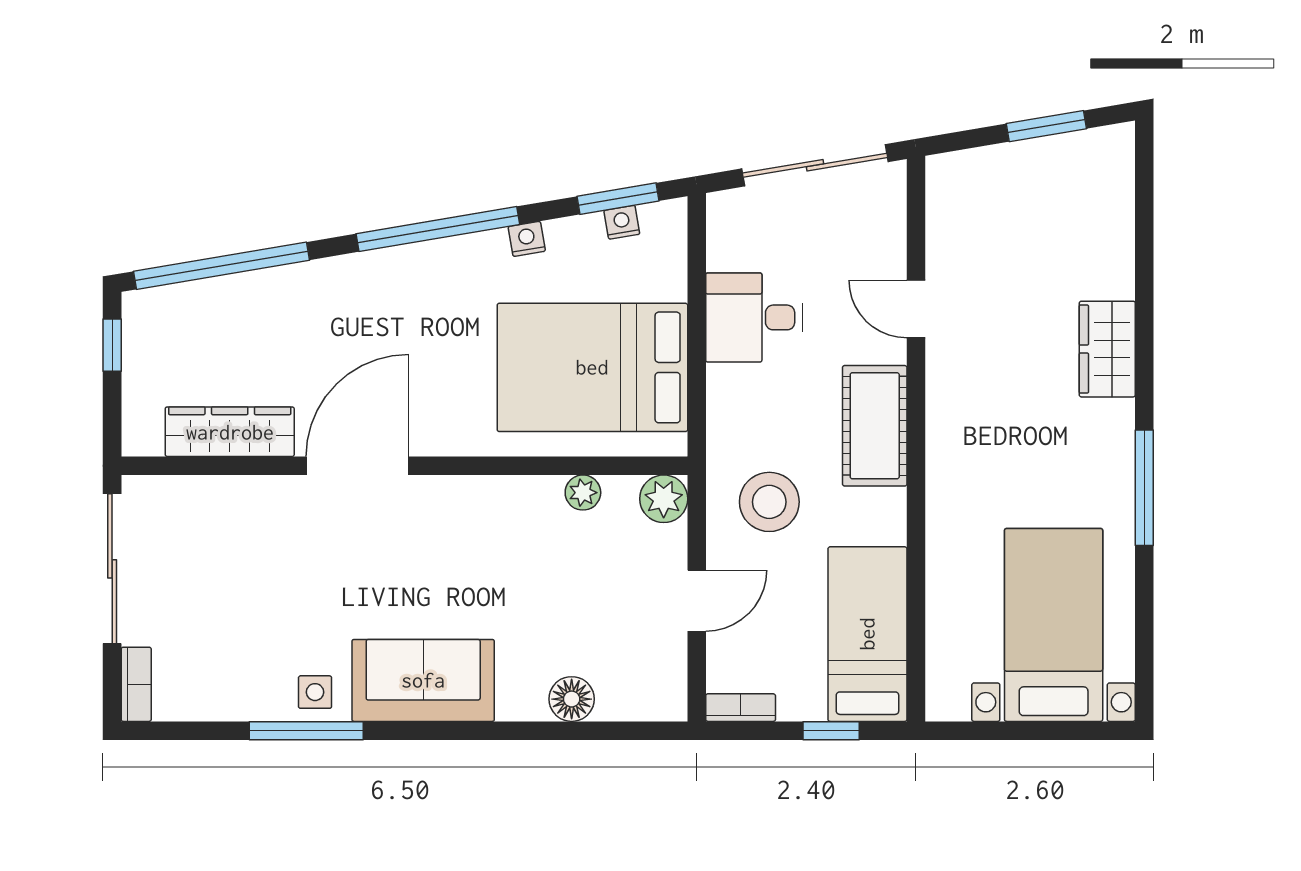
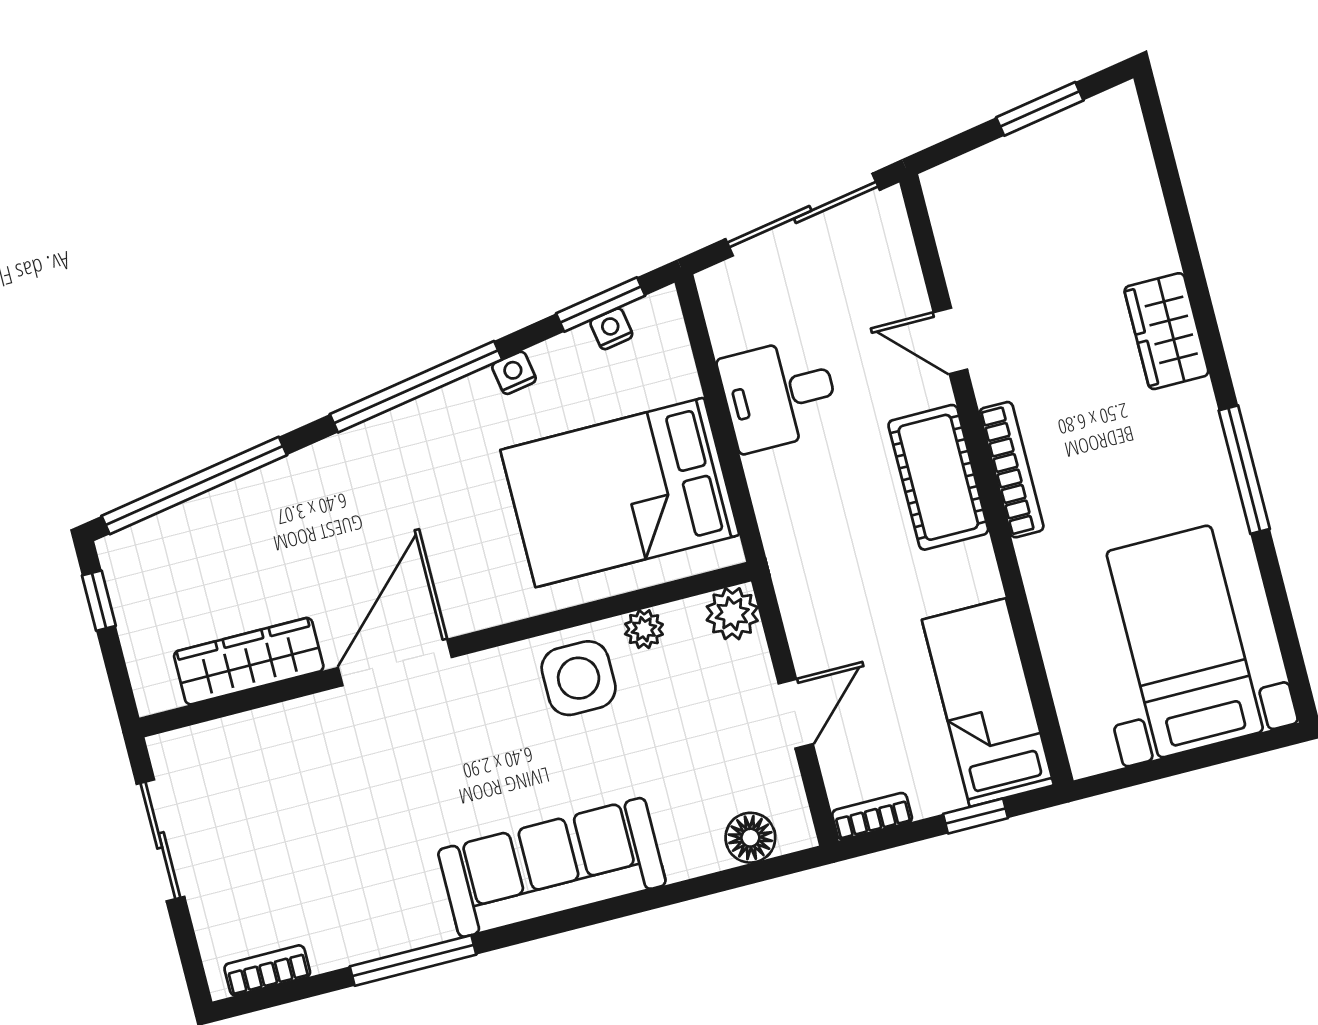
bookcase: (940, 436) -> (1011, 470), added
stool: (769, 502) -> (846, 588), removed
sliding door: (112, 569) -> (160, 840), width x0.73
sofa: (423, 680) -> (552, 867), width x1.36
bookcase: (136, 684) -> (267, 970), moved, turned -90
side table: (315, 692) -> (579, 678), moved, width x1.87, depth x1.87
floor lamp: (572, 699) -> (750, 838), moved

